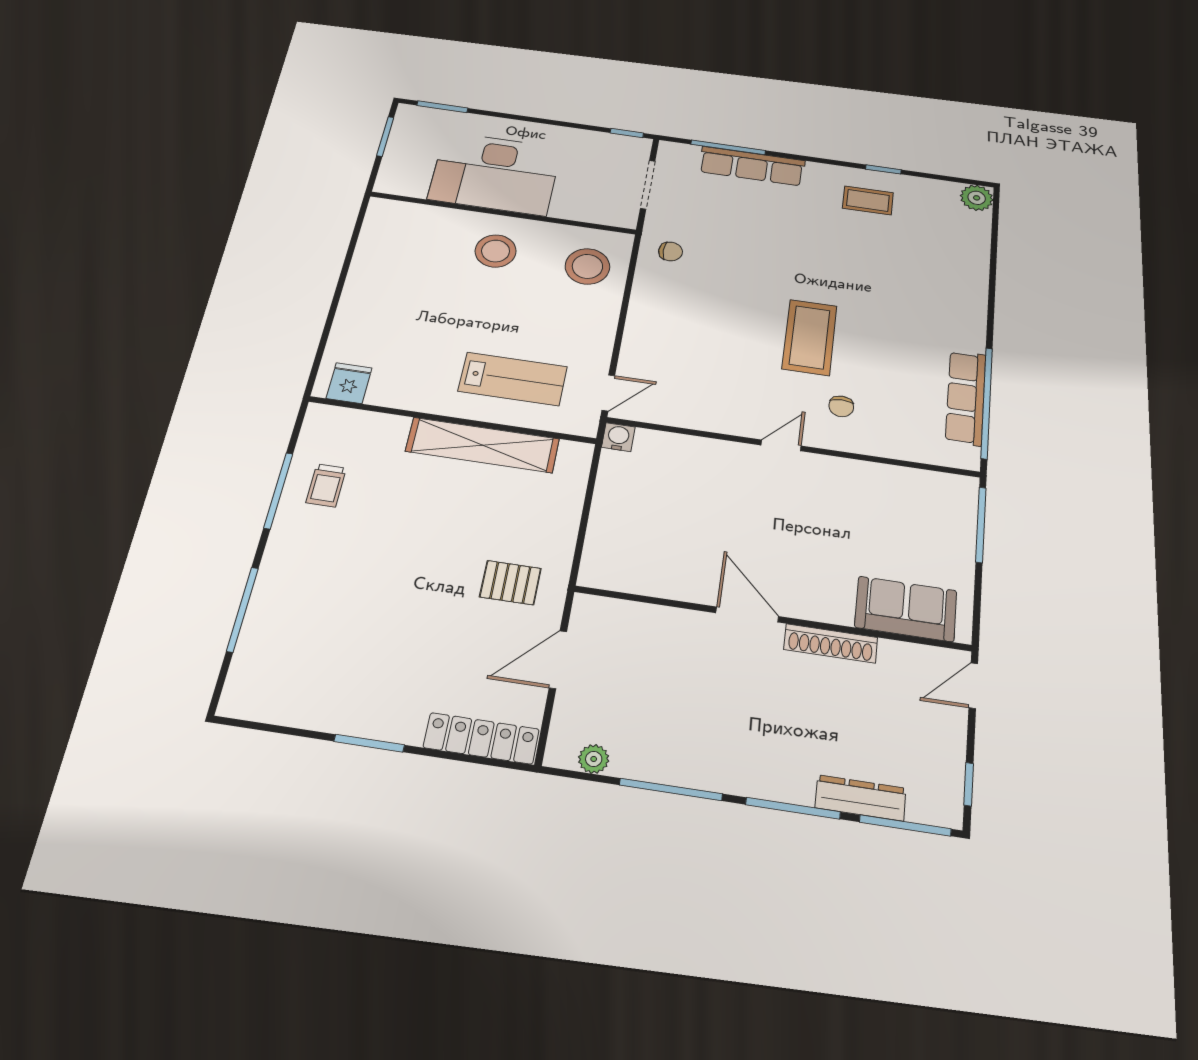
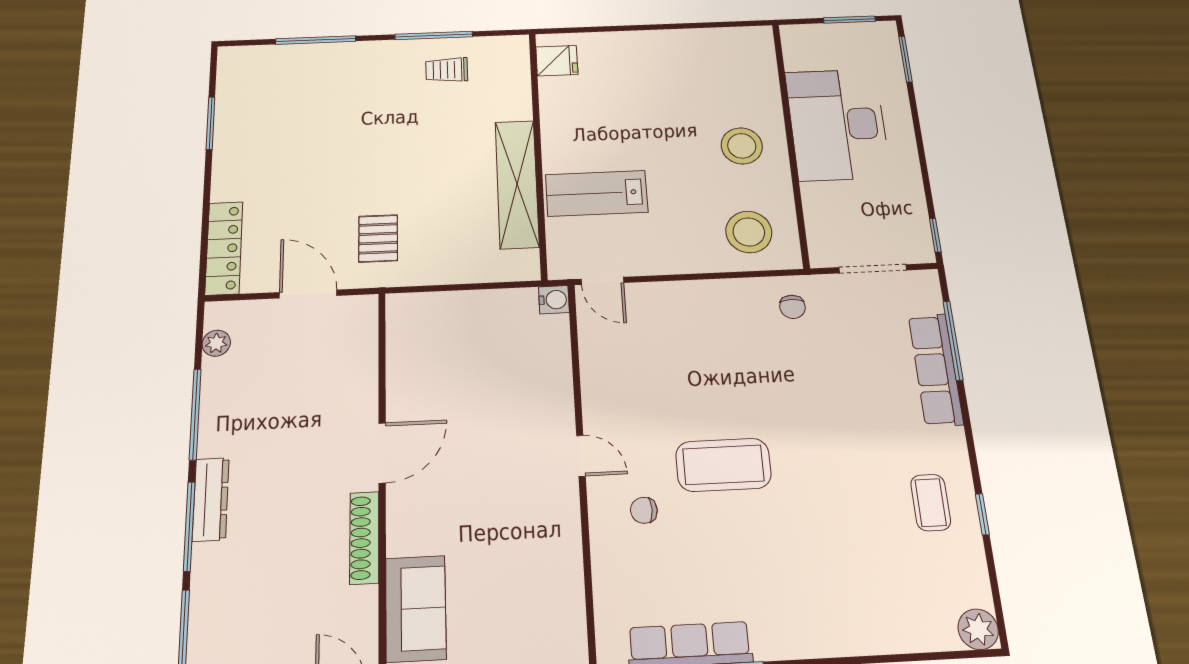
lab bench: (513, 379) -> (597, 193), turned 90
window: (369, 743) -> (210, 123), moved
dresser: (861, 798) -> (211, 499), moved

